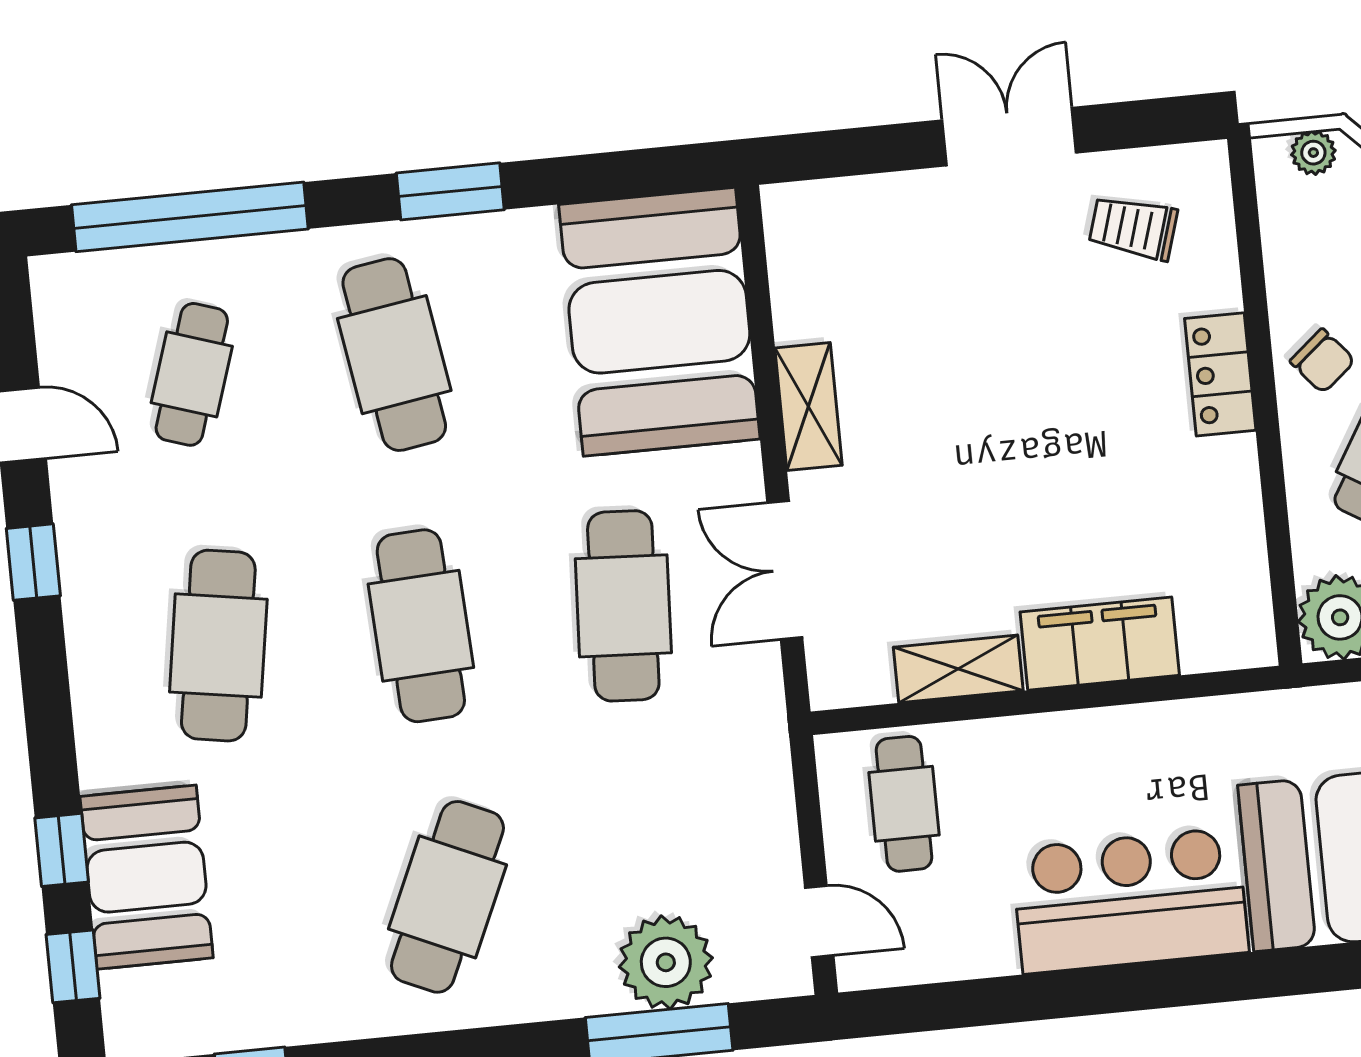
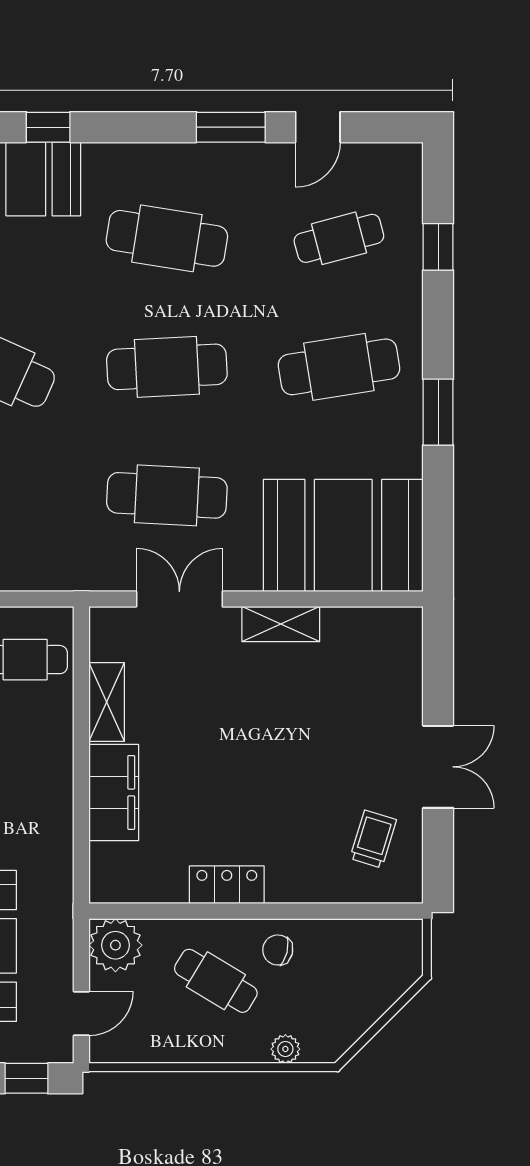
plant: (1313, 153) -> (409, 957), removed
window: (190, 217) -> (438, 247), width x0.32
chair: (1323, 361) -> (278, 950), turned 54
cafe table: (192, 374) -> (339, 238), turned -33
locker: (1220, 374) -> (227, 885), moved
window: (33, 562) -> (231, 127), width x1.50

